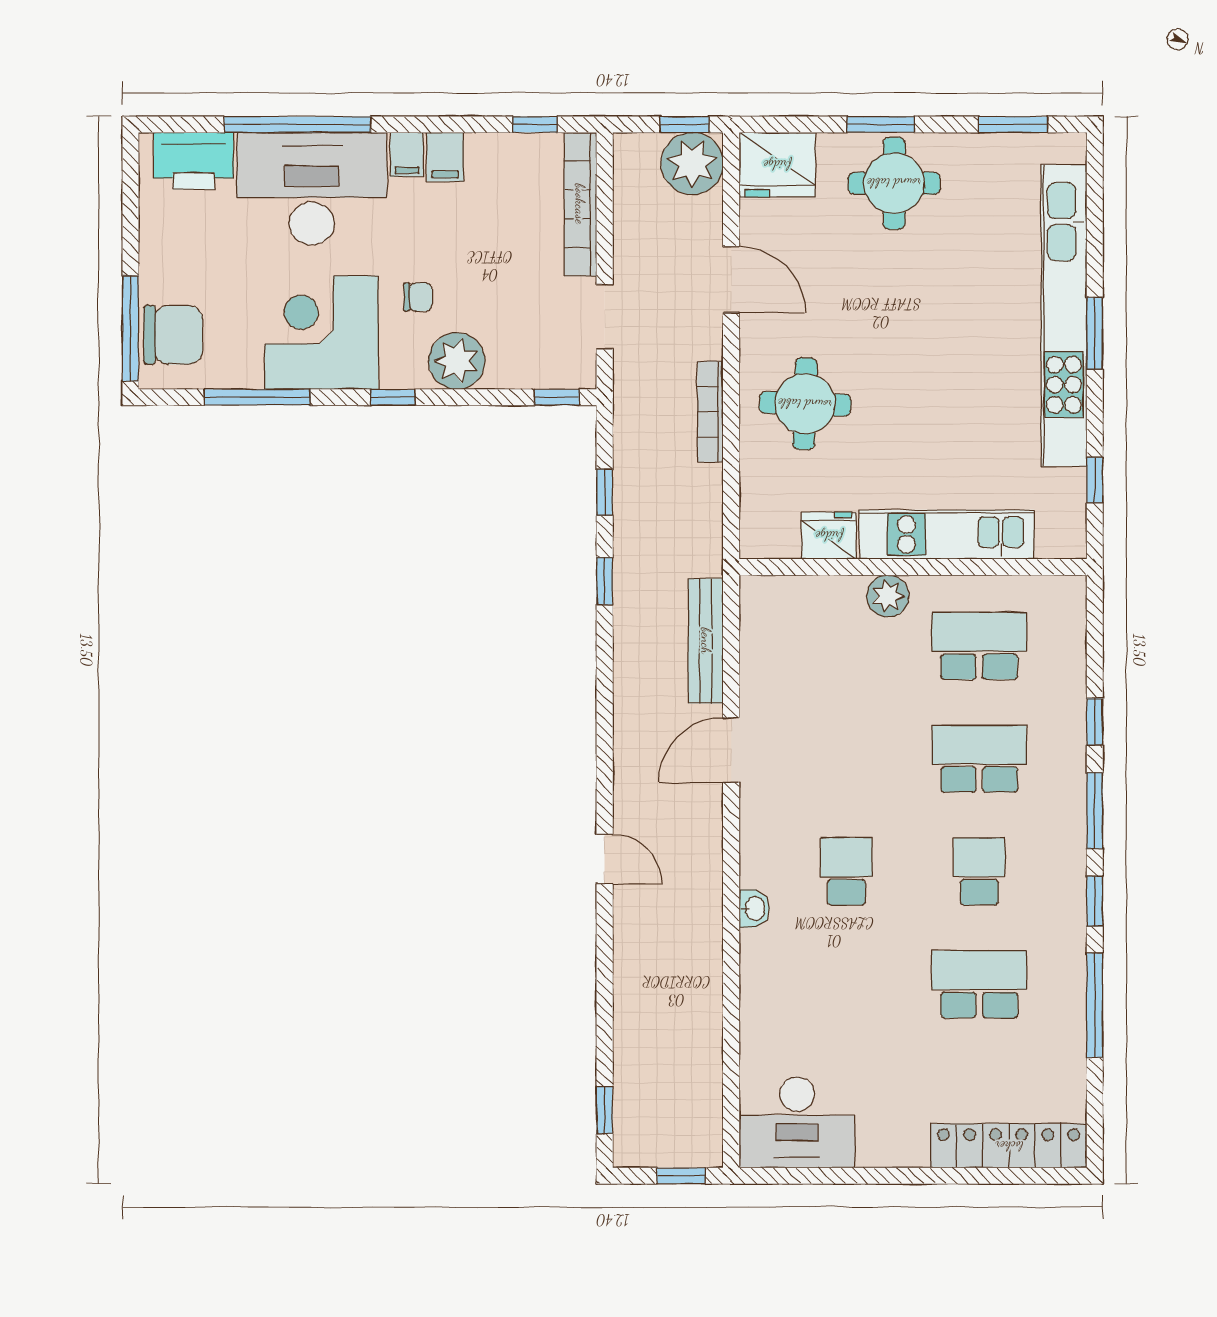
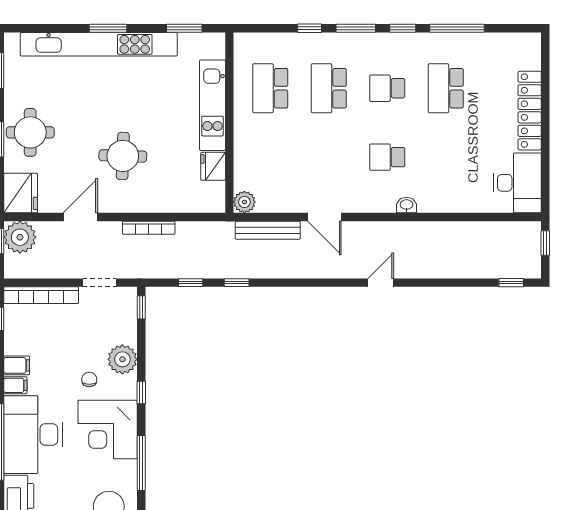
round table: (805, 404) -> (123, 156), moved
window: (1095, 480) -> (184, 28), width x1.50
plant: (888, 596) -> (244, 202), moved
locker: (1009, 1146) -> (530, 111), moved

